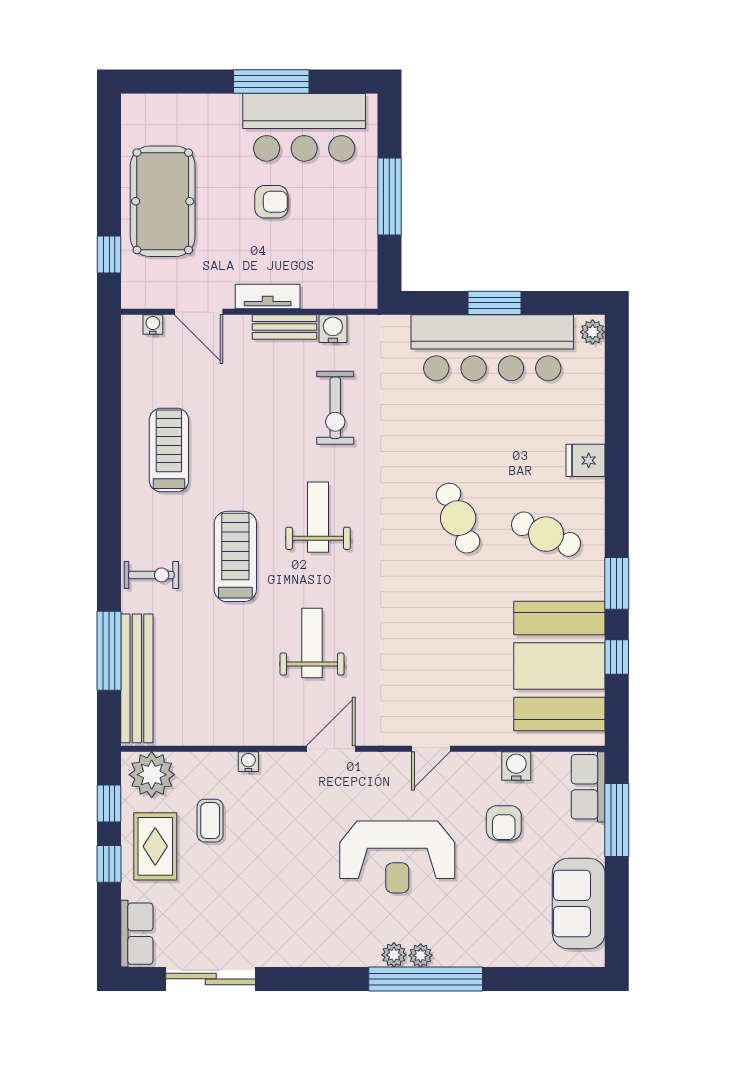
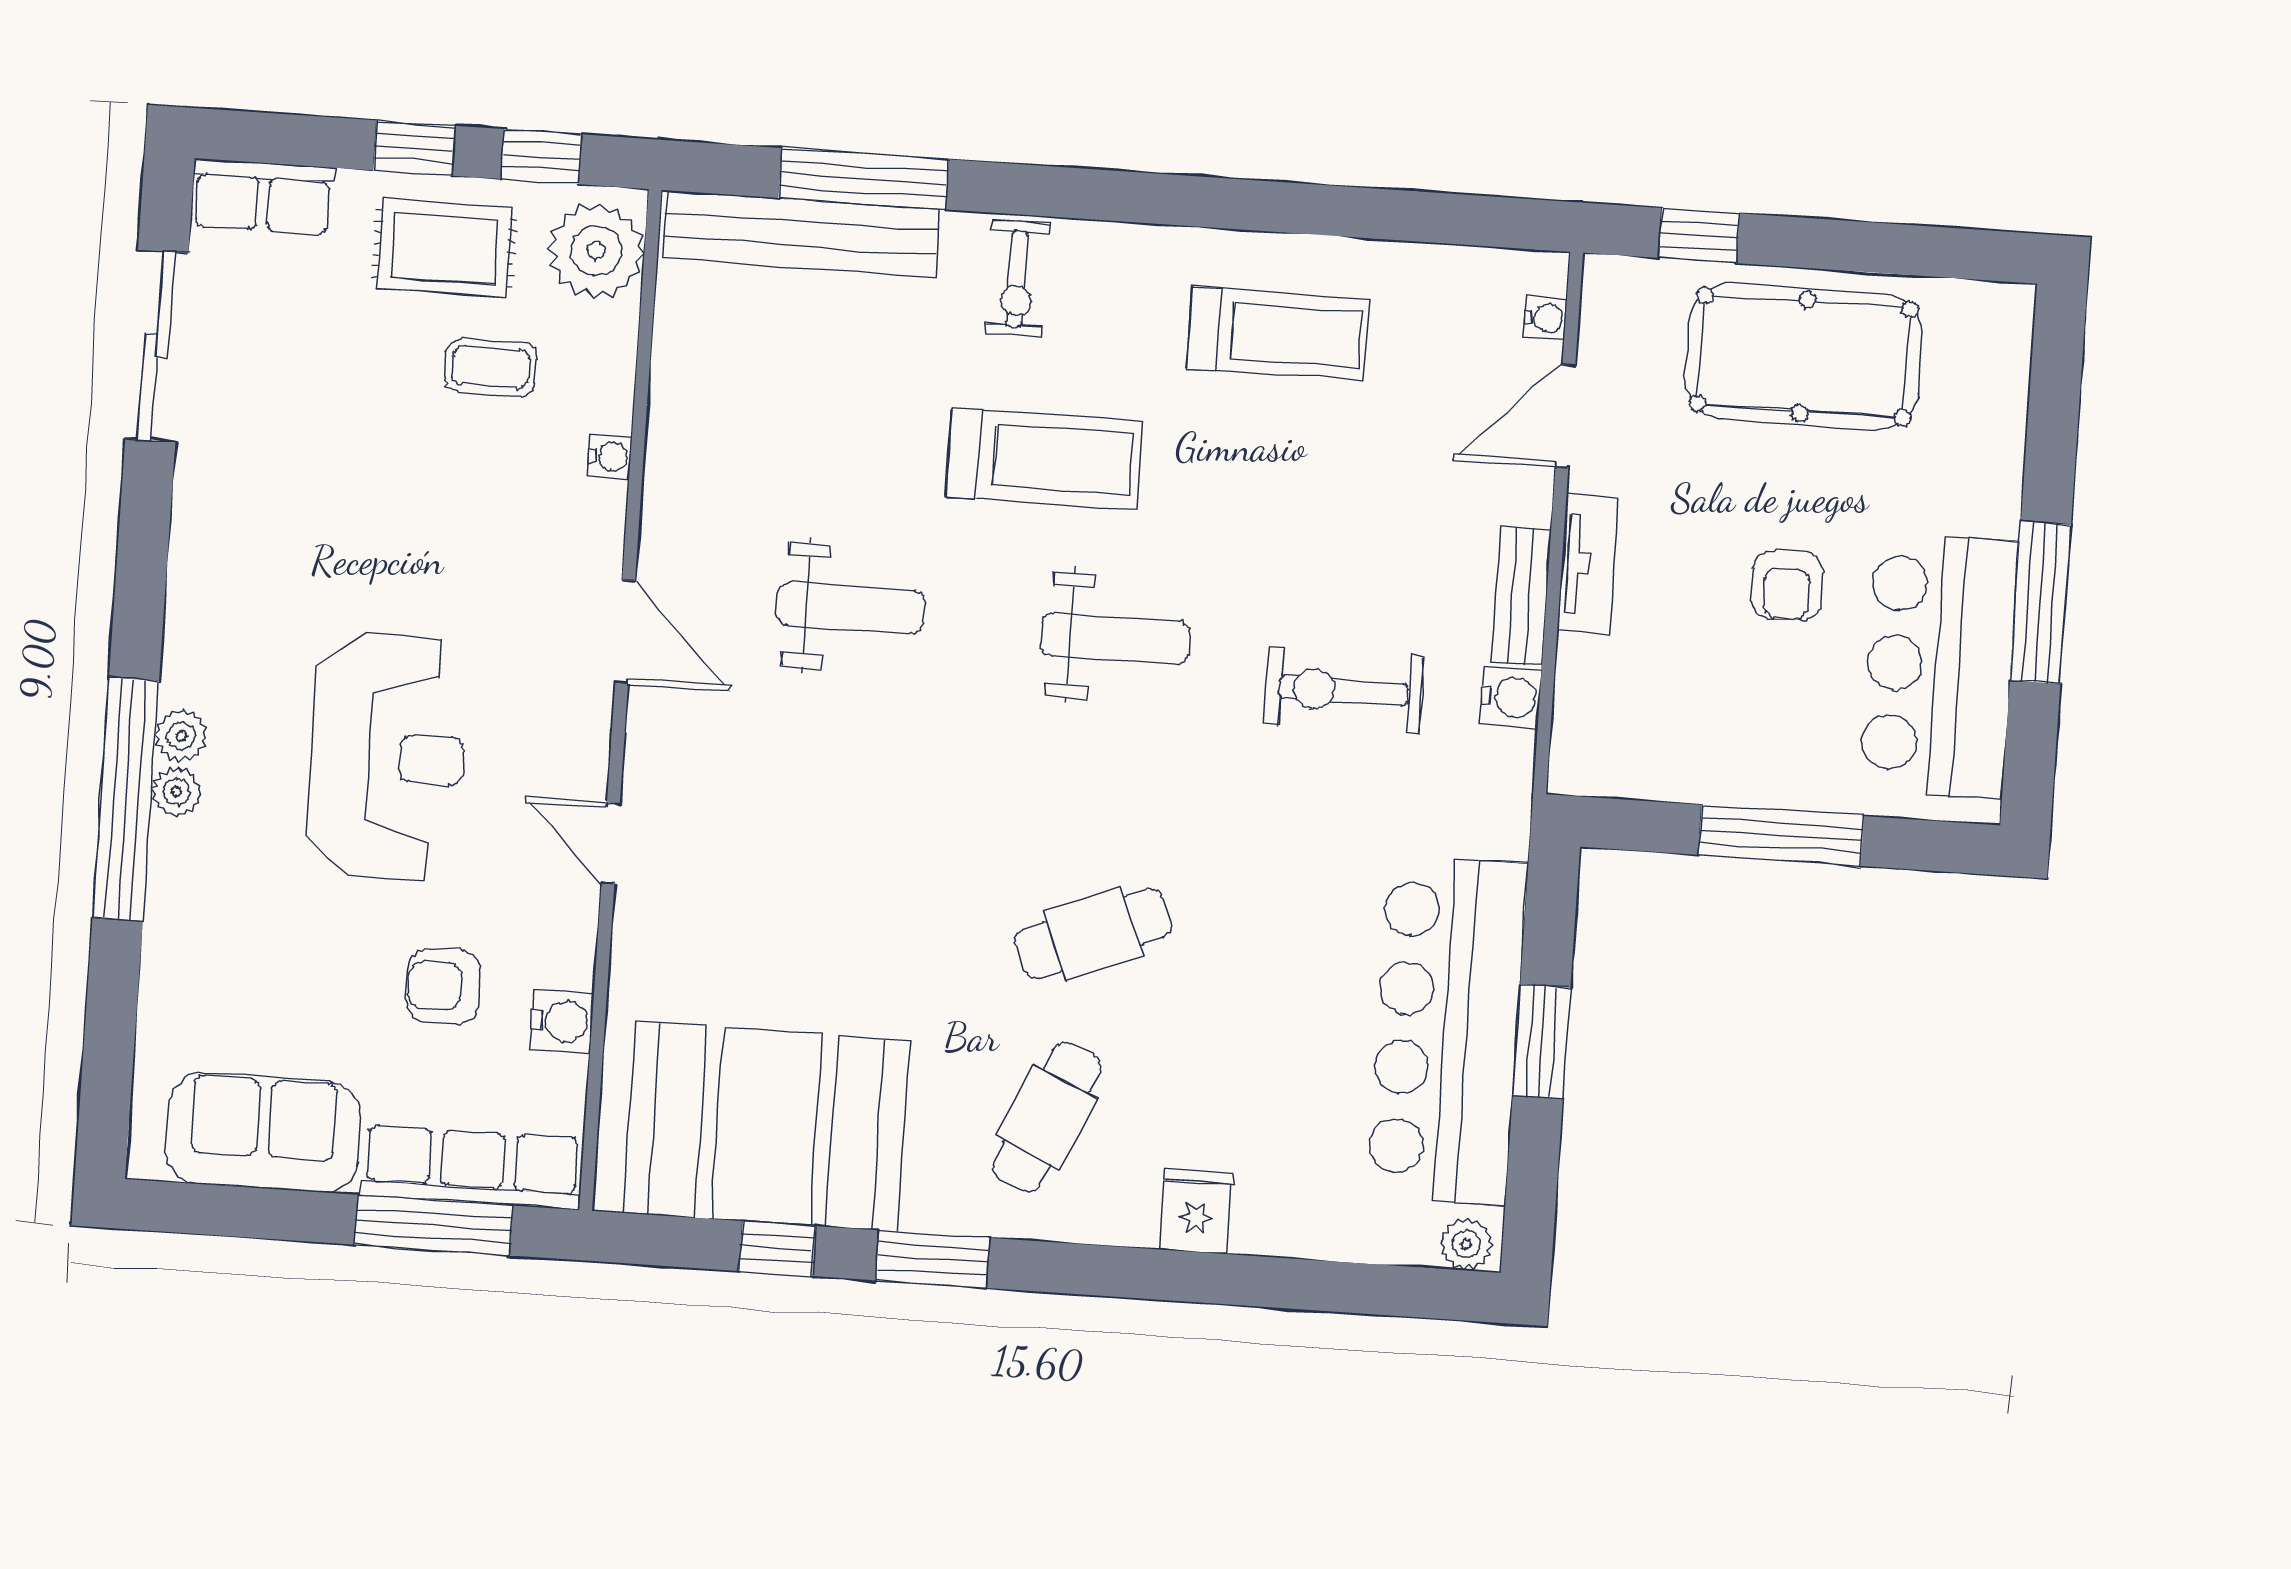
row of seats: (588, 787) -> (472, 1167), width x1.48
reception desk: (397, 857) -> (387, 757), turned 180

